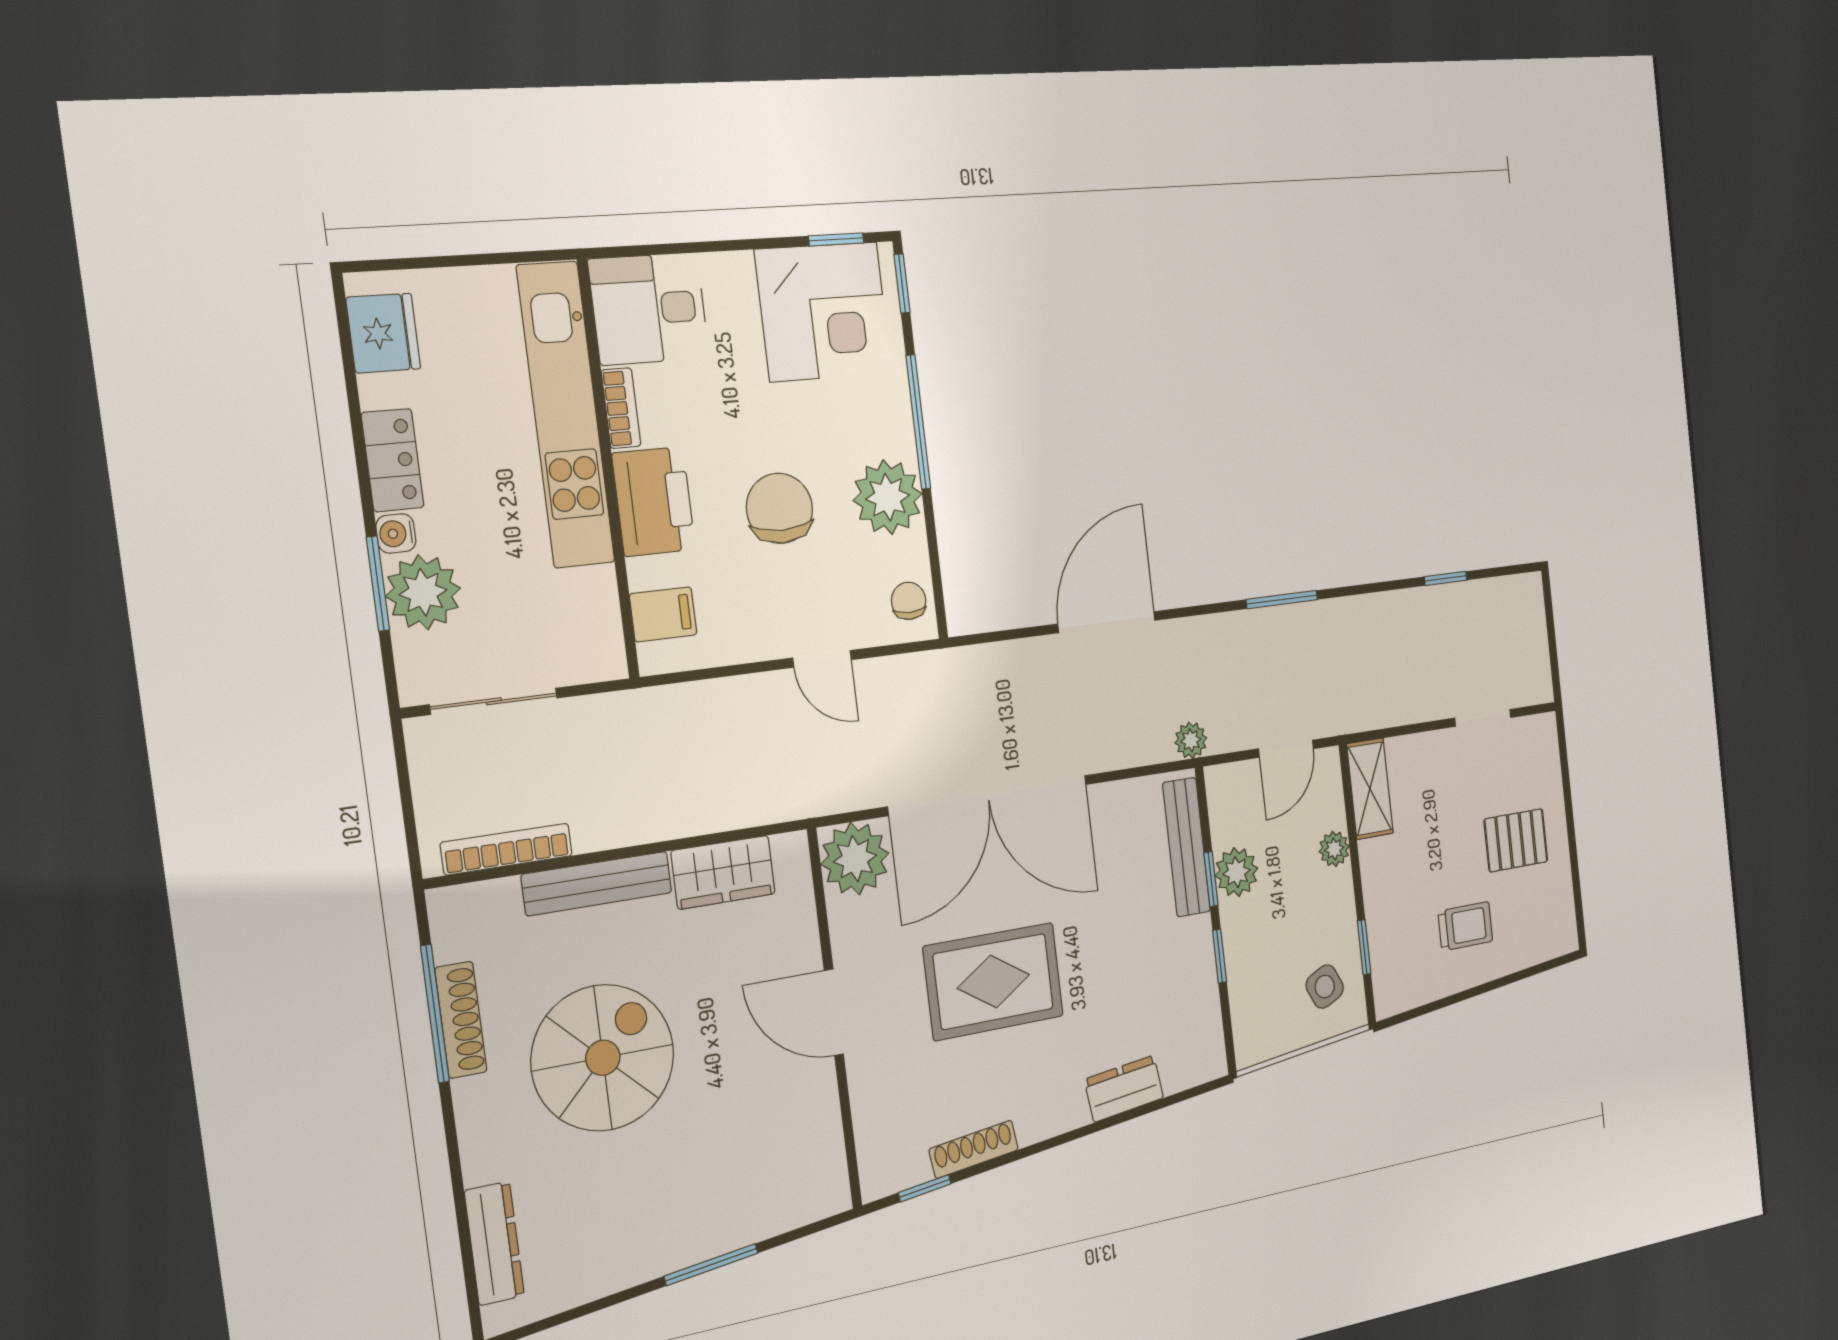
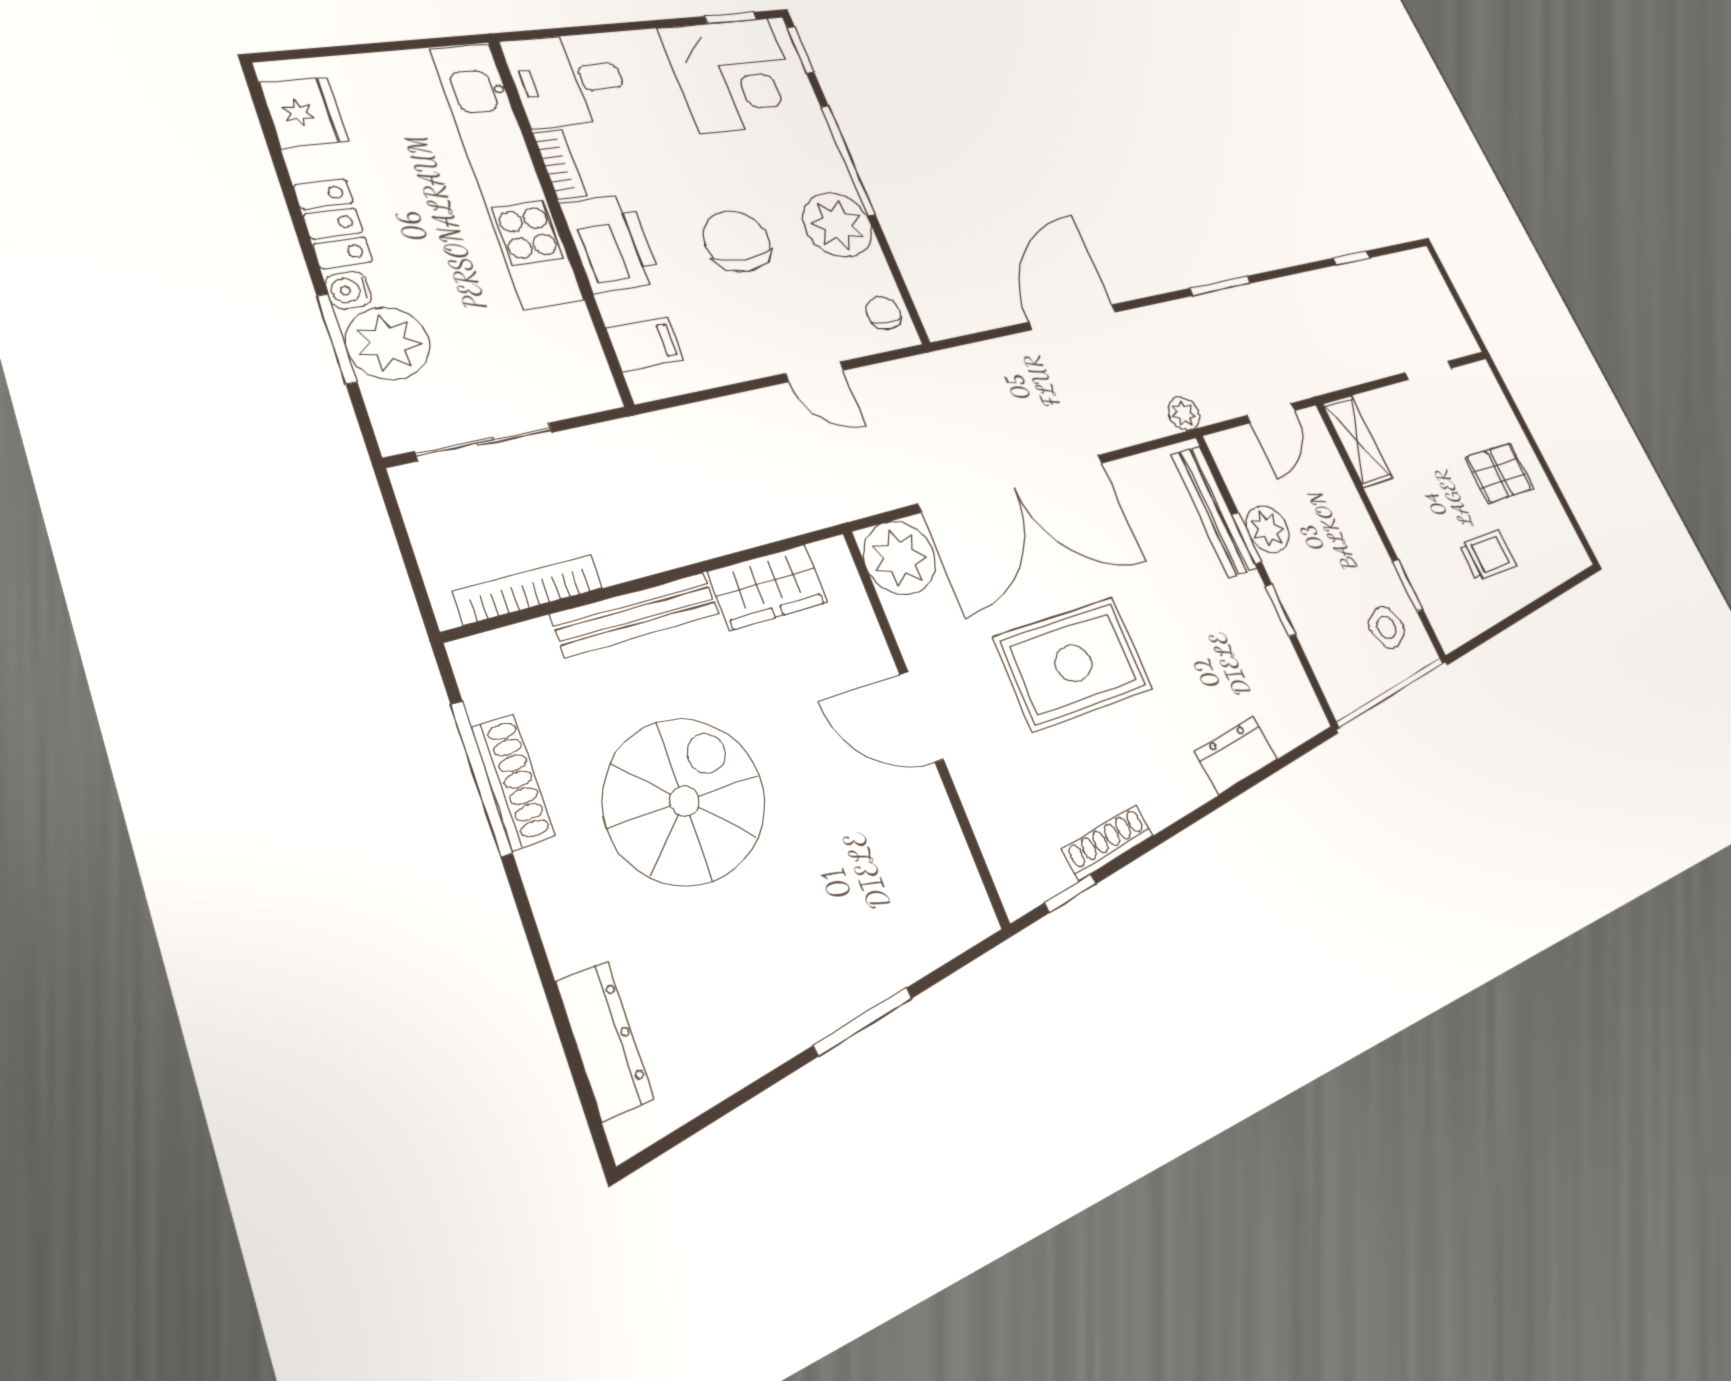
plant: (1334, 849) -> (1347, 498), removed

